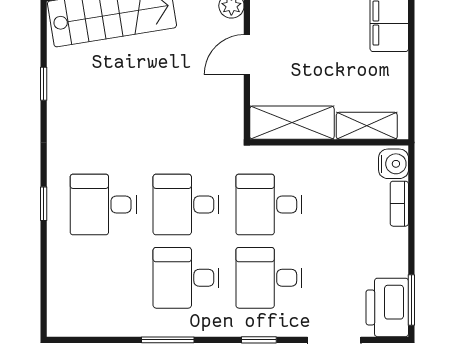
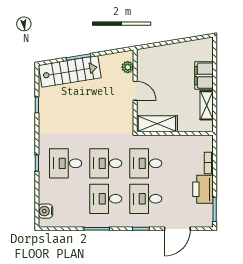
door: (247, 55) -> (135, 91), swing flipped
shelving: (367, 126) -> (207, 105), moved, turned 90
water cooler: (394, 164) -> (45, 211), moved, turned 180
printer: (387, 307) -> (203, 189), moved

